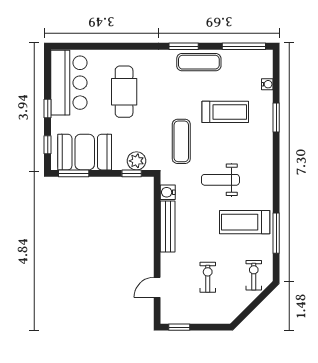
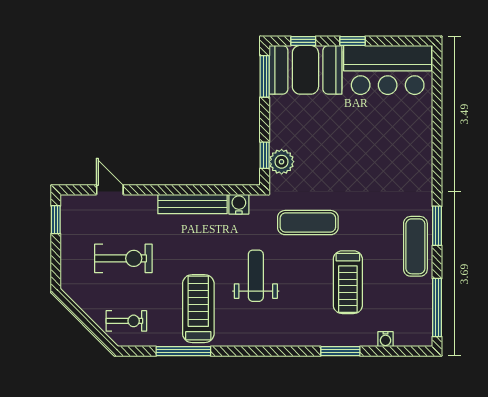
cafe table: (124, 92) -> (375, 145), removed
booth: (85, 152) -> (305, 70), moved, turned 90
exercise bike: (208, 277) -> (123, 258), width x1.38, depth x1.39

